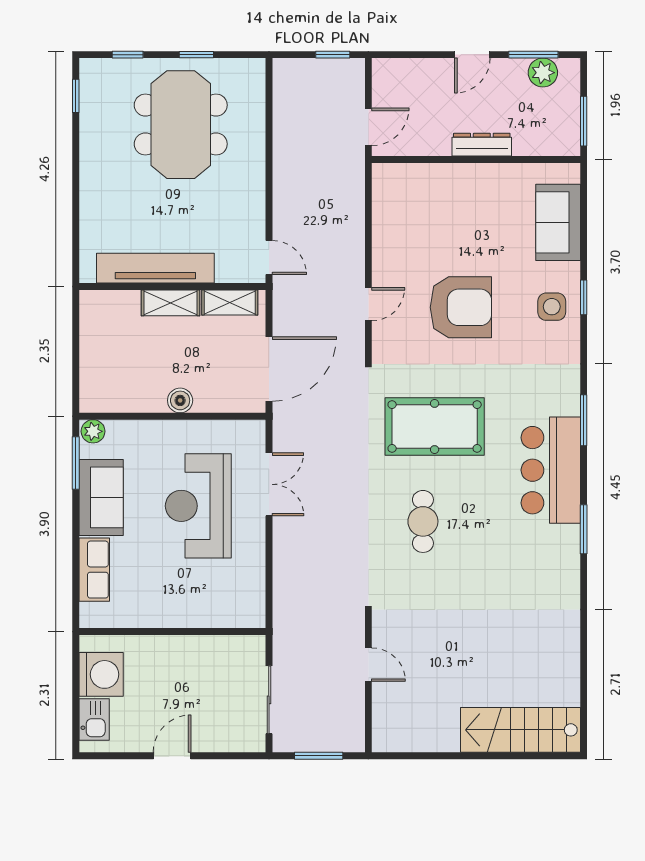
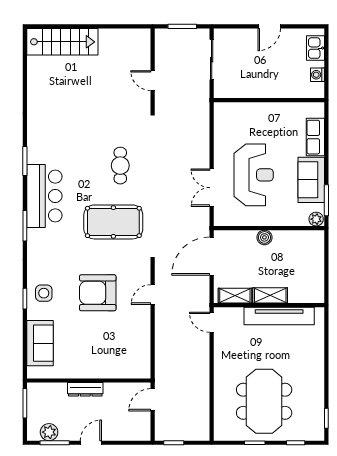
washing machine: (101, 674) -> (318, 75), width x0.53, depth x0.53

